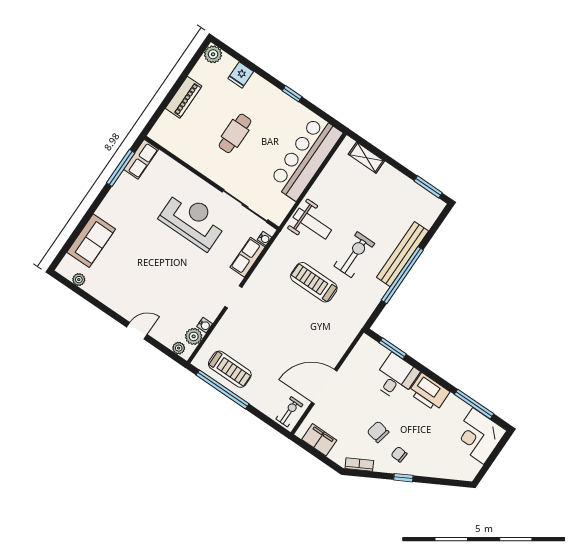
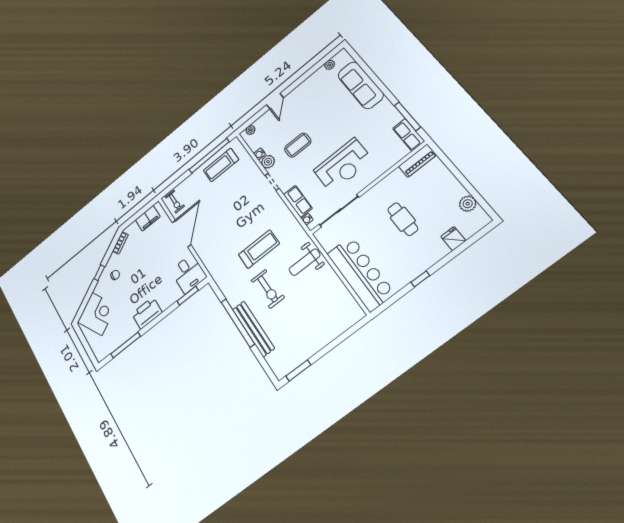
plant: (213, 54) -> (468, 204), moved
piano: (184, 97) -> (417, 161), moved, turned -90
shelving: (366, 158) -> (342, 326), removed
sofa: (91, 241) -> (361, 85), width x1.36
coffee table: (183, 282) -> (298, 145), added
plant: (194, 336) -> (268, 162), moved
desk: (396, 377) -> (188, 274), moved
chair: (378, 432) -> (136, 264), removed
corner desk: (478, 436) -> (97, 314), moved, turned 61

